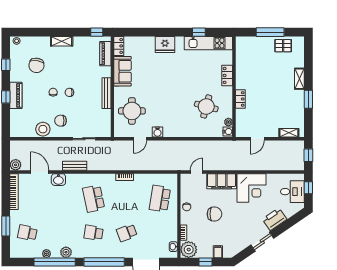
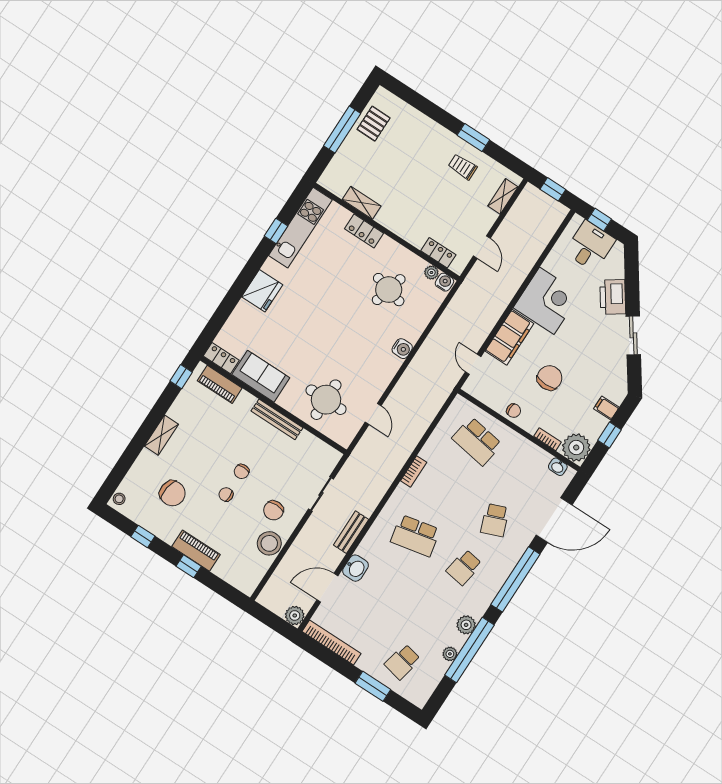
shelving: (299, 79) -> (362, 203), moved
locker: (240, 99) -> (438, 253), moved
trolley: (290, 103) -> (463, 167), added
water cooler: (158, 132) -> (402, 349), moved

